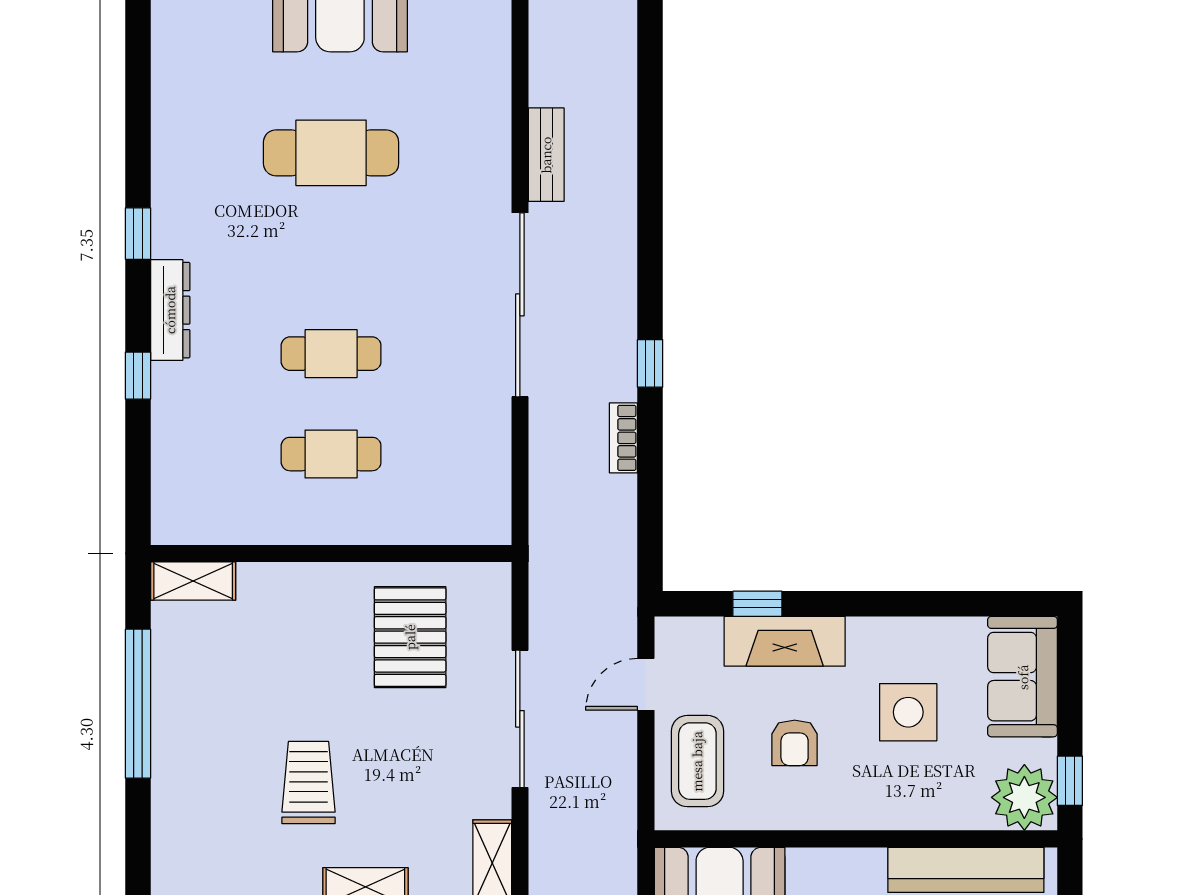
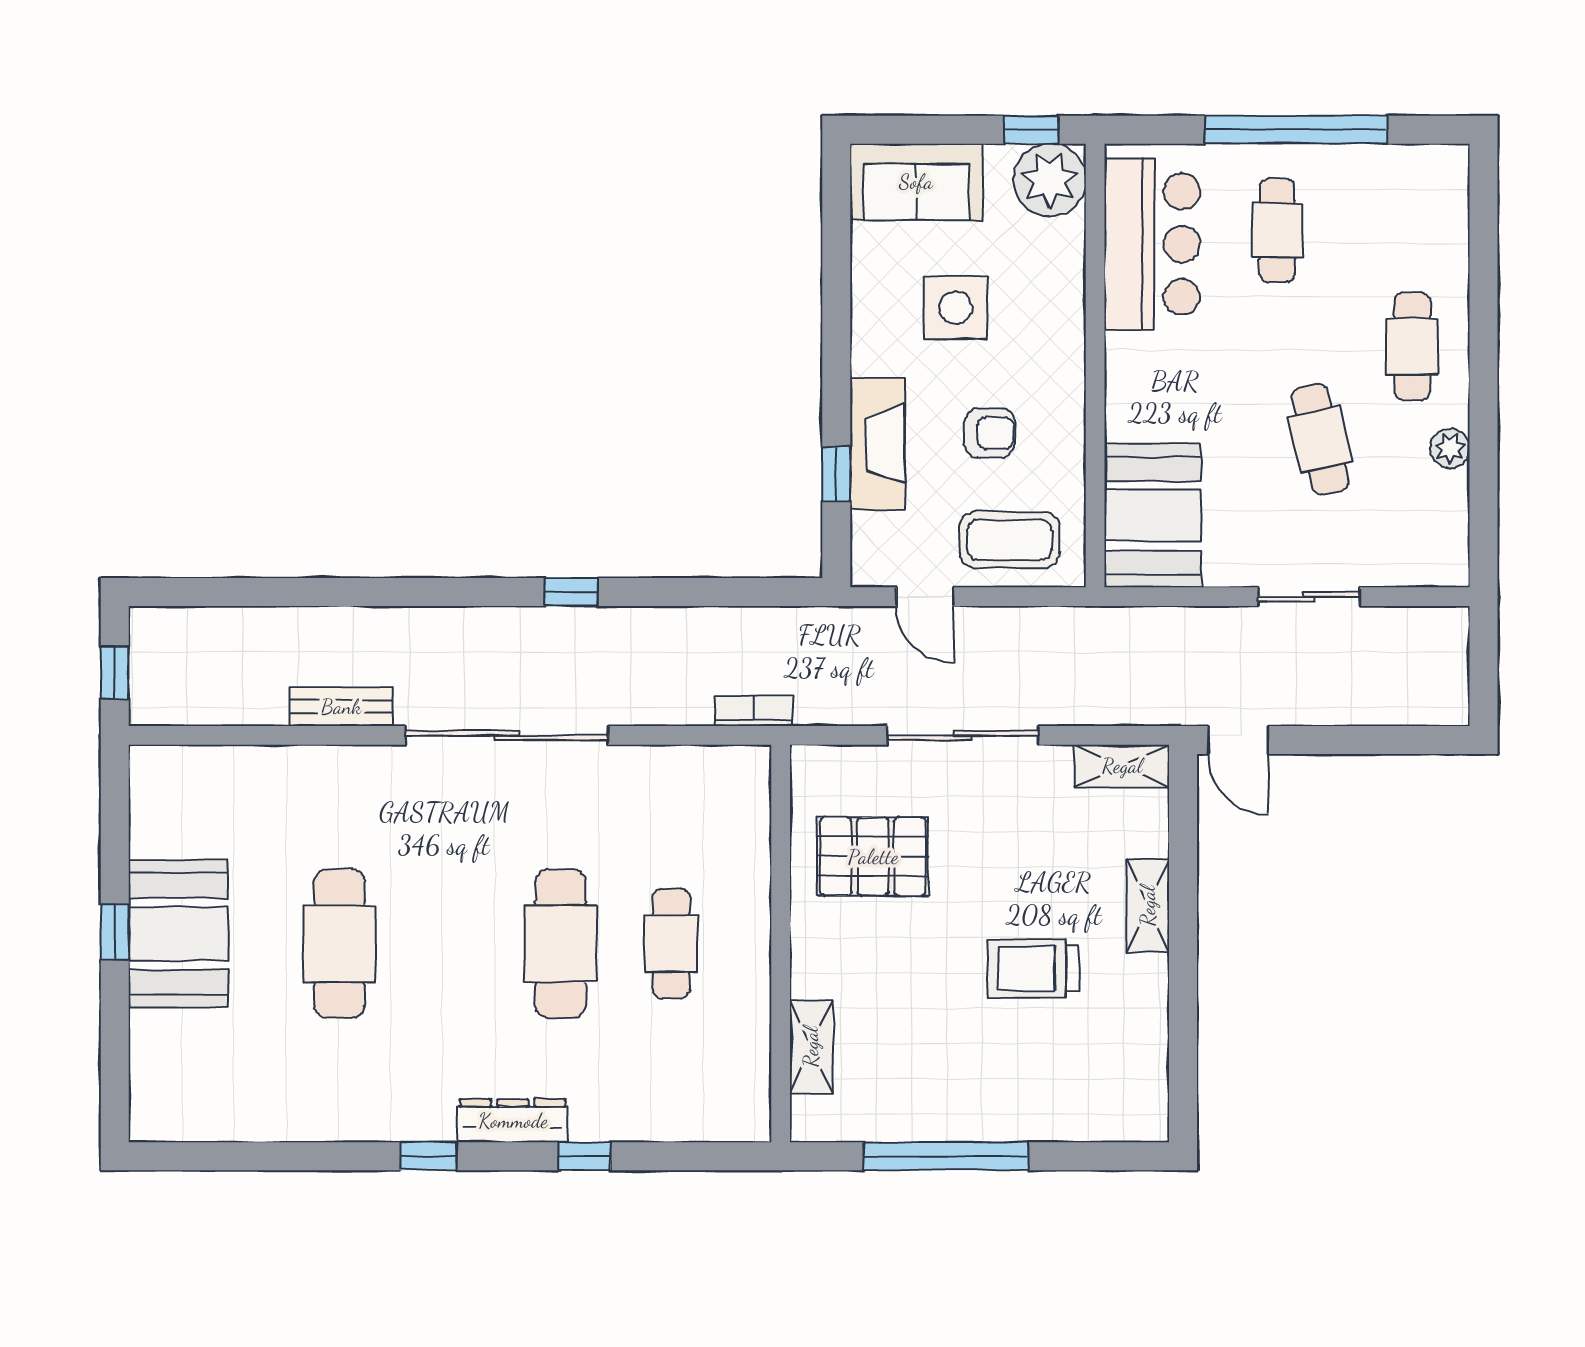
cafe table: (331, 354) -> (561, 944), width x1.37, depth x1.35
bookcase: (623, 438) -> (754, 711), moved, turned 180
shelving: (193, 581) -> (811, 1047), moved

